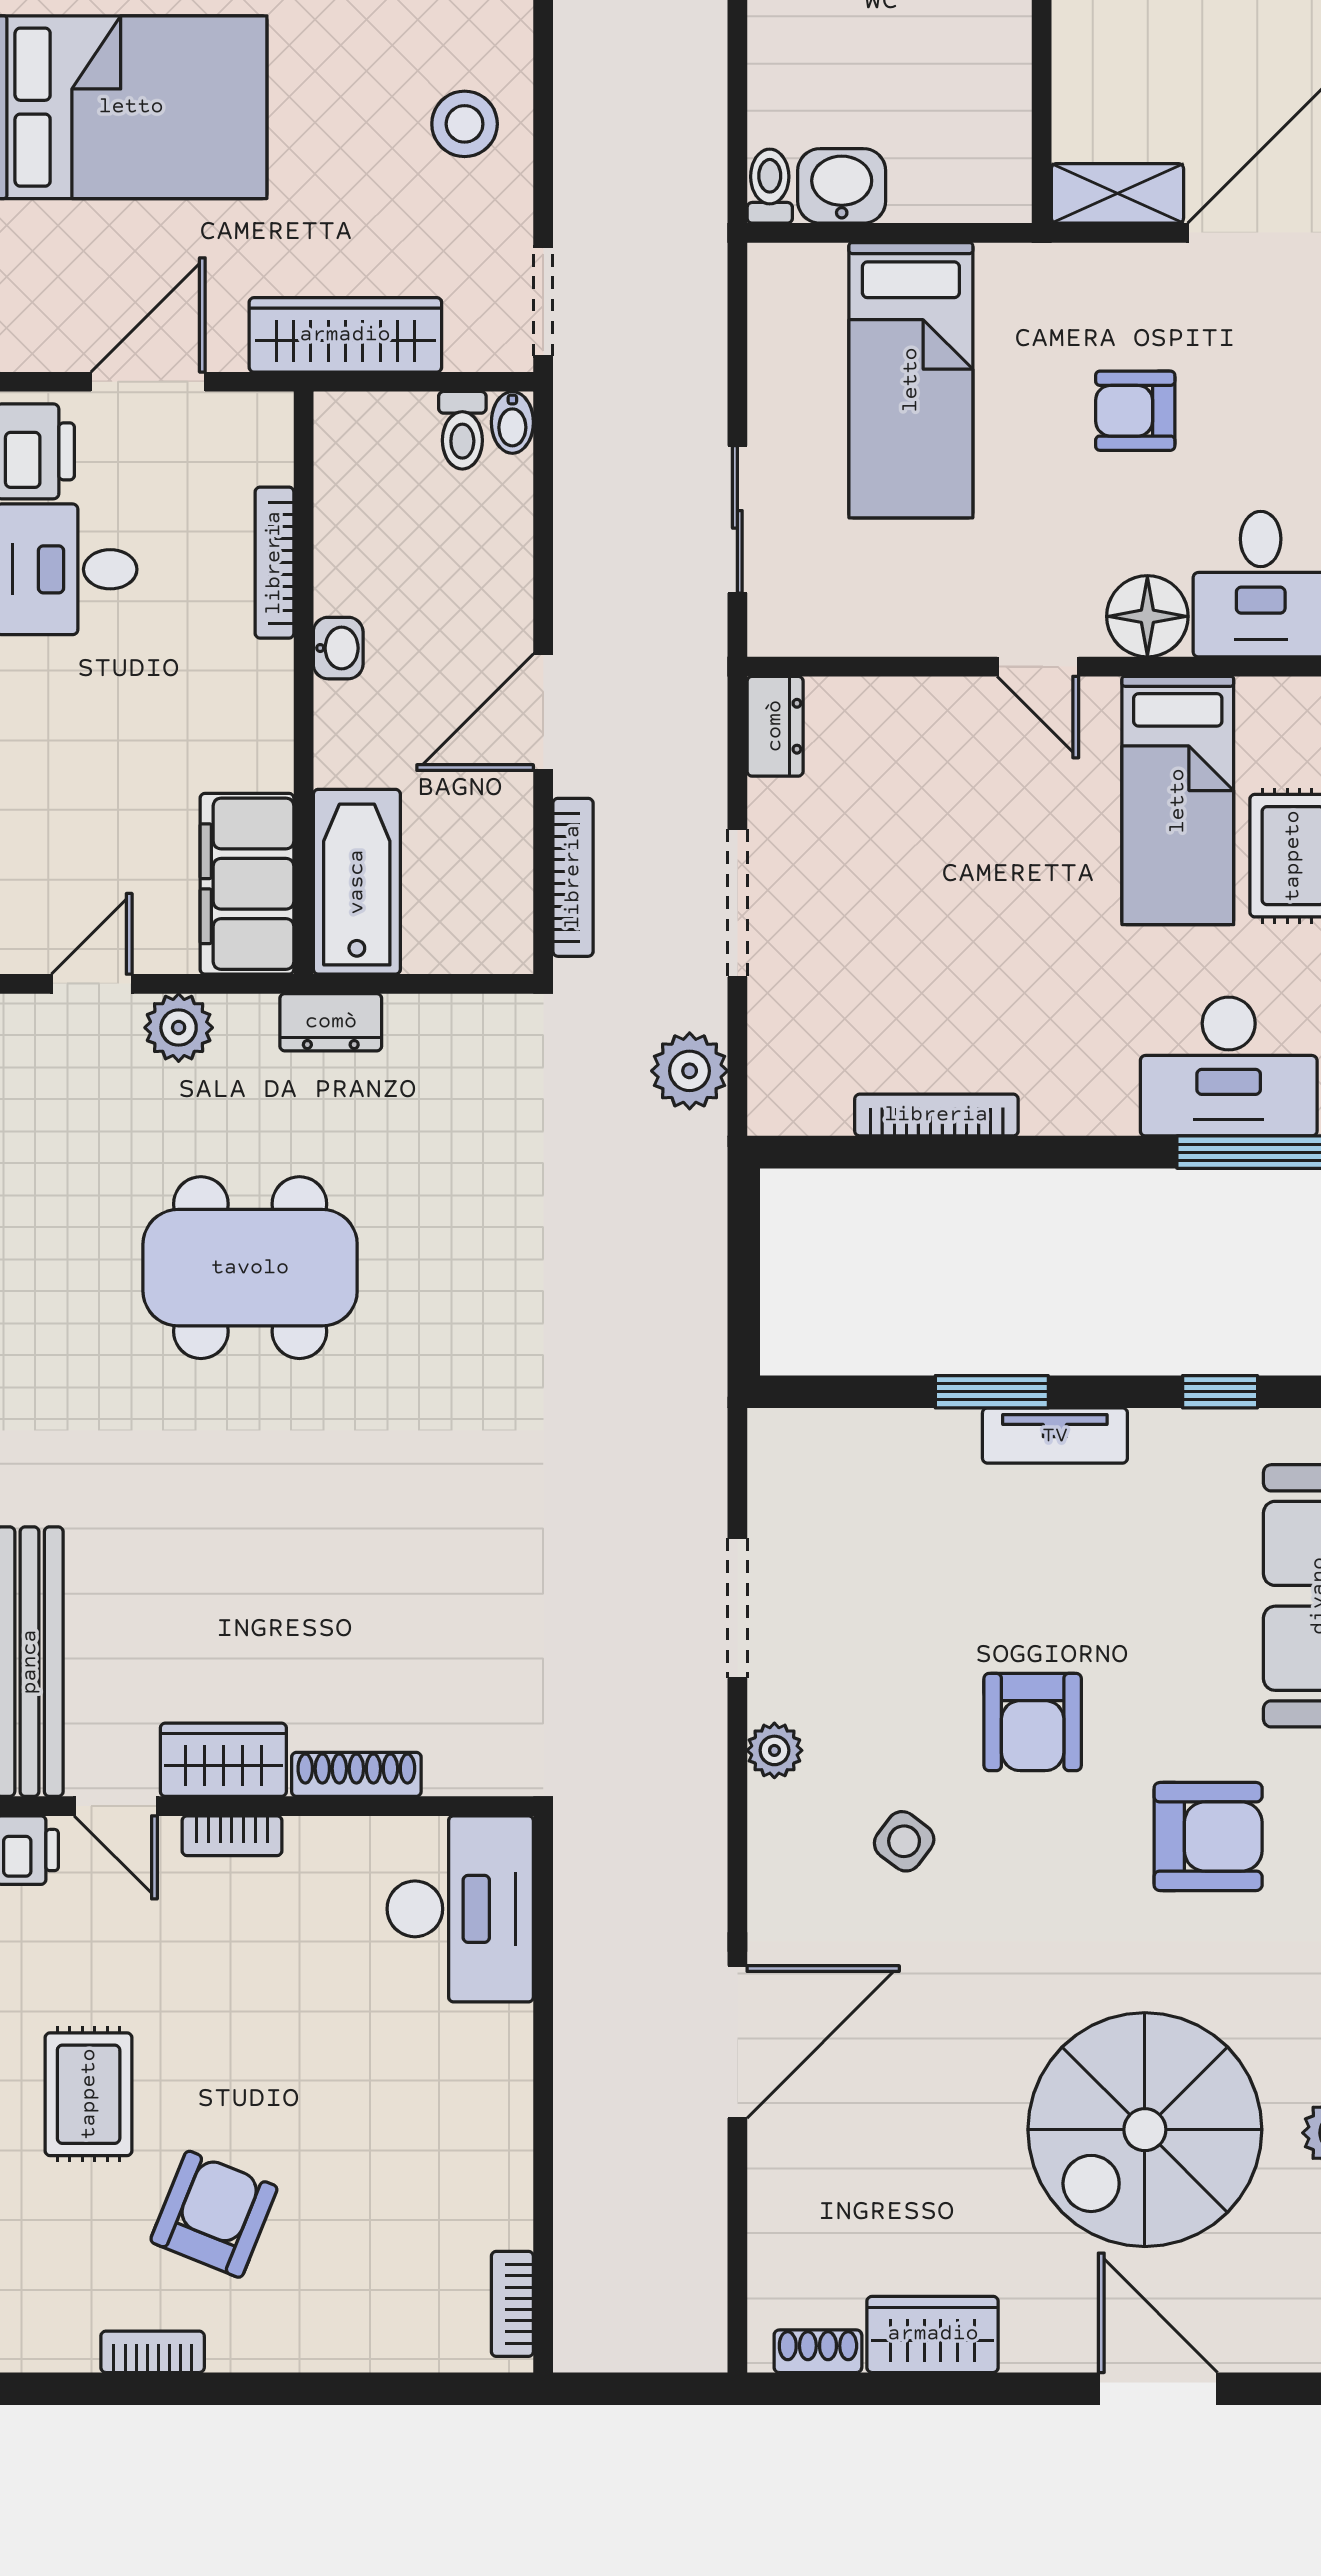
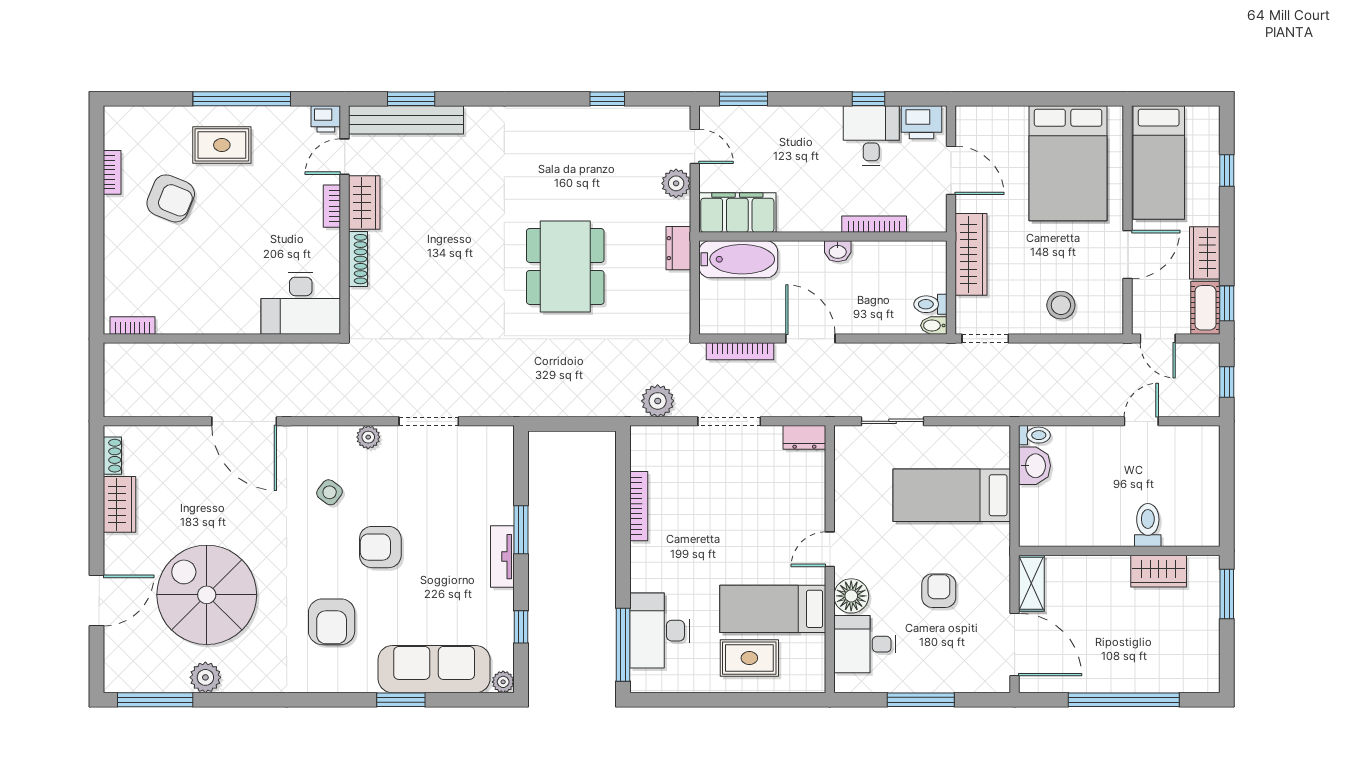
dining table: (250, 1268) -> (565, 266), moved

